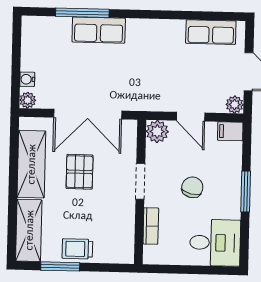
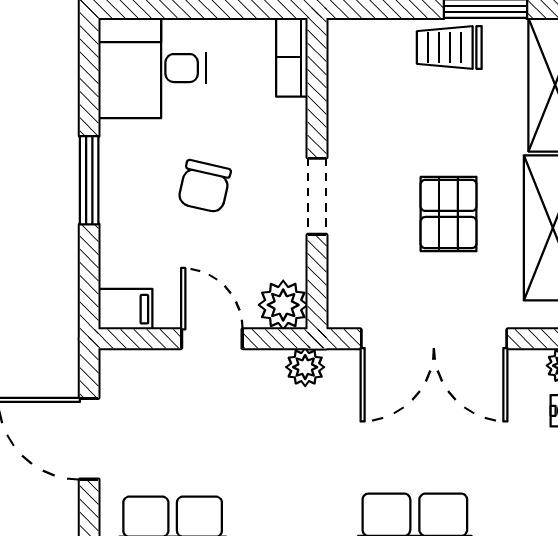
plant: (235, 105) -> (305, 367), moved
double door: (88, 114) -> (434, 339), swing flipped
bookcase: (151, 226) -> (292, 57), moved
trolley: (77, 249) -> (449, 48), turned 180

